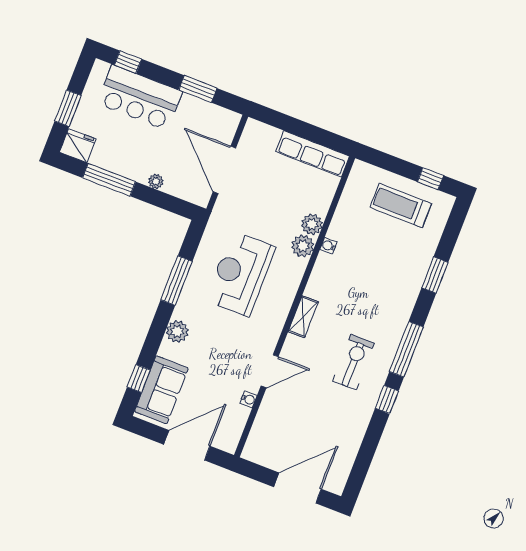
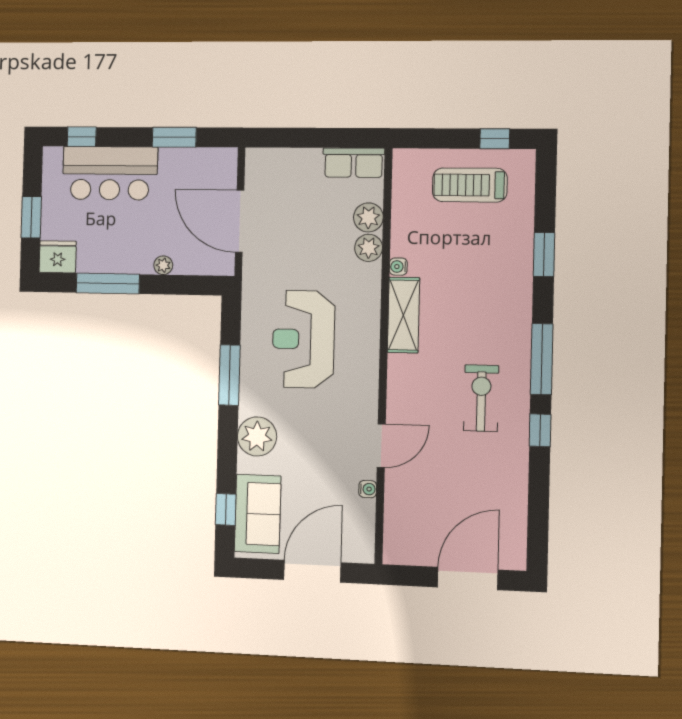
row of seats: (313, 154) -> (354, 163), width x0.68
plant: (303, 246) -> (368, 217), moved
shelving: (303, 317) -> (403, 315), moved, width x1.50, depth x1.33
plant: (177, 331) -> (257, 436), width x1.36, depth x1.36

